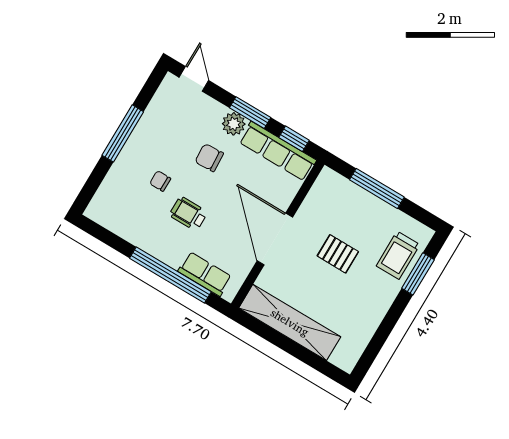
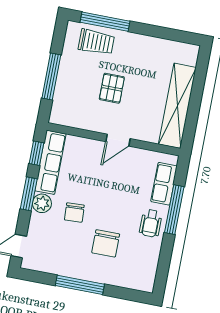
chair: (160, 181) -> (106, 243), width x1.87, depth x1.87
wheelchair: (188, 214) -> (151, 223), moved
door: (275, 239) -> (118, 140), width x0.53
window: (418, 274) -> (105, 22), width x1.44
window: (170, 275) -> (174, 210), width x0.68

